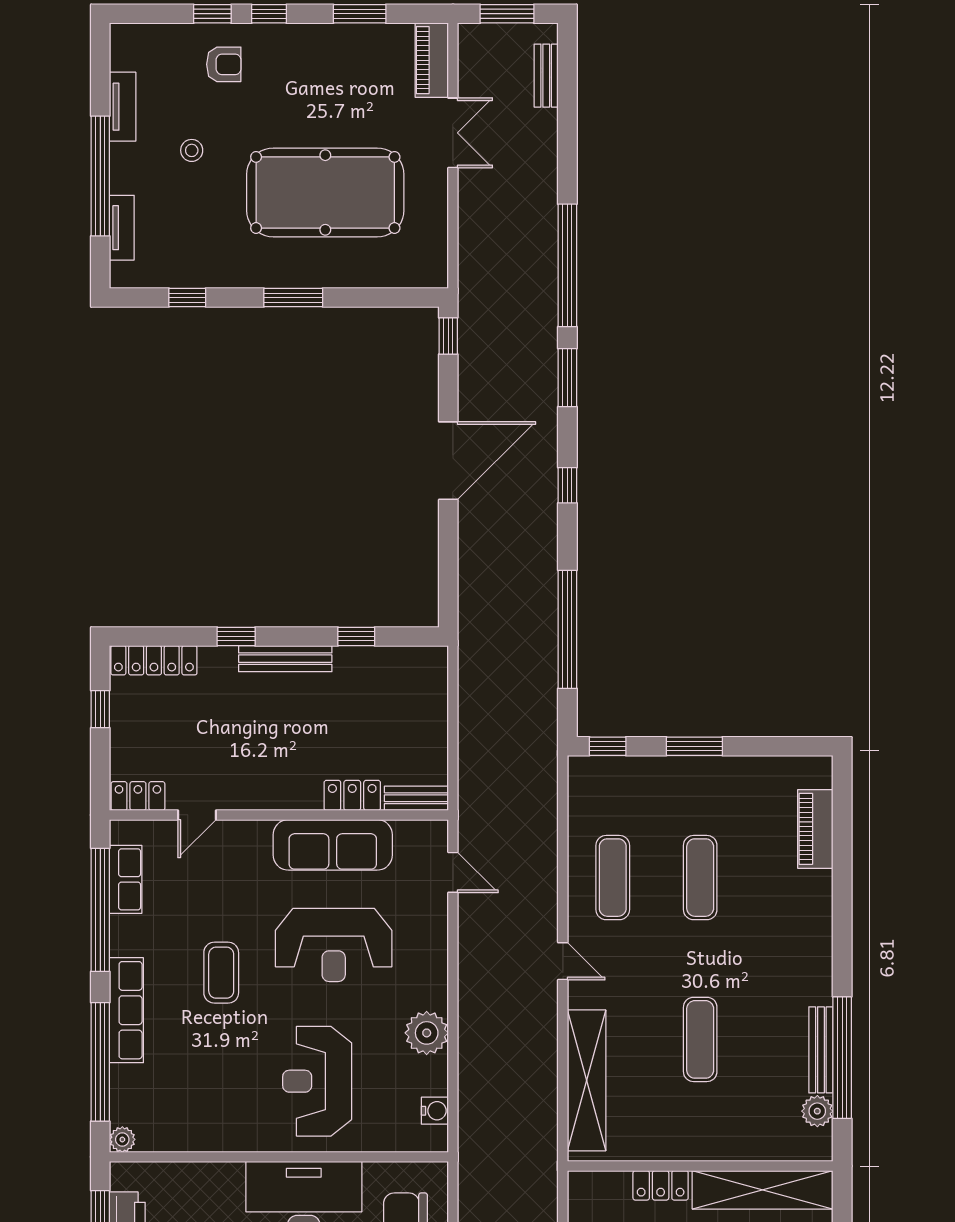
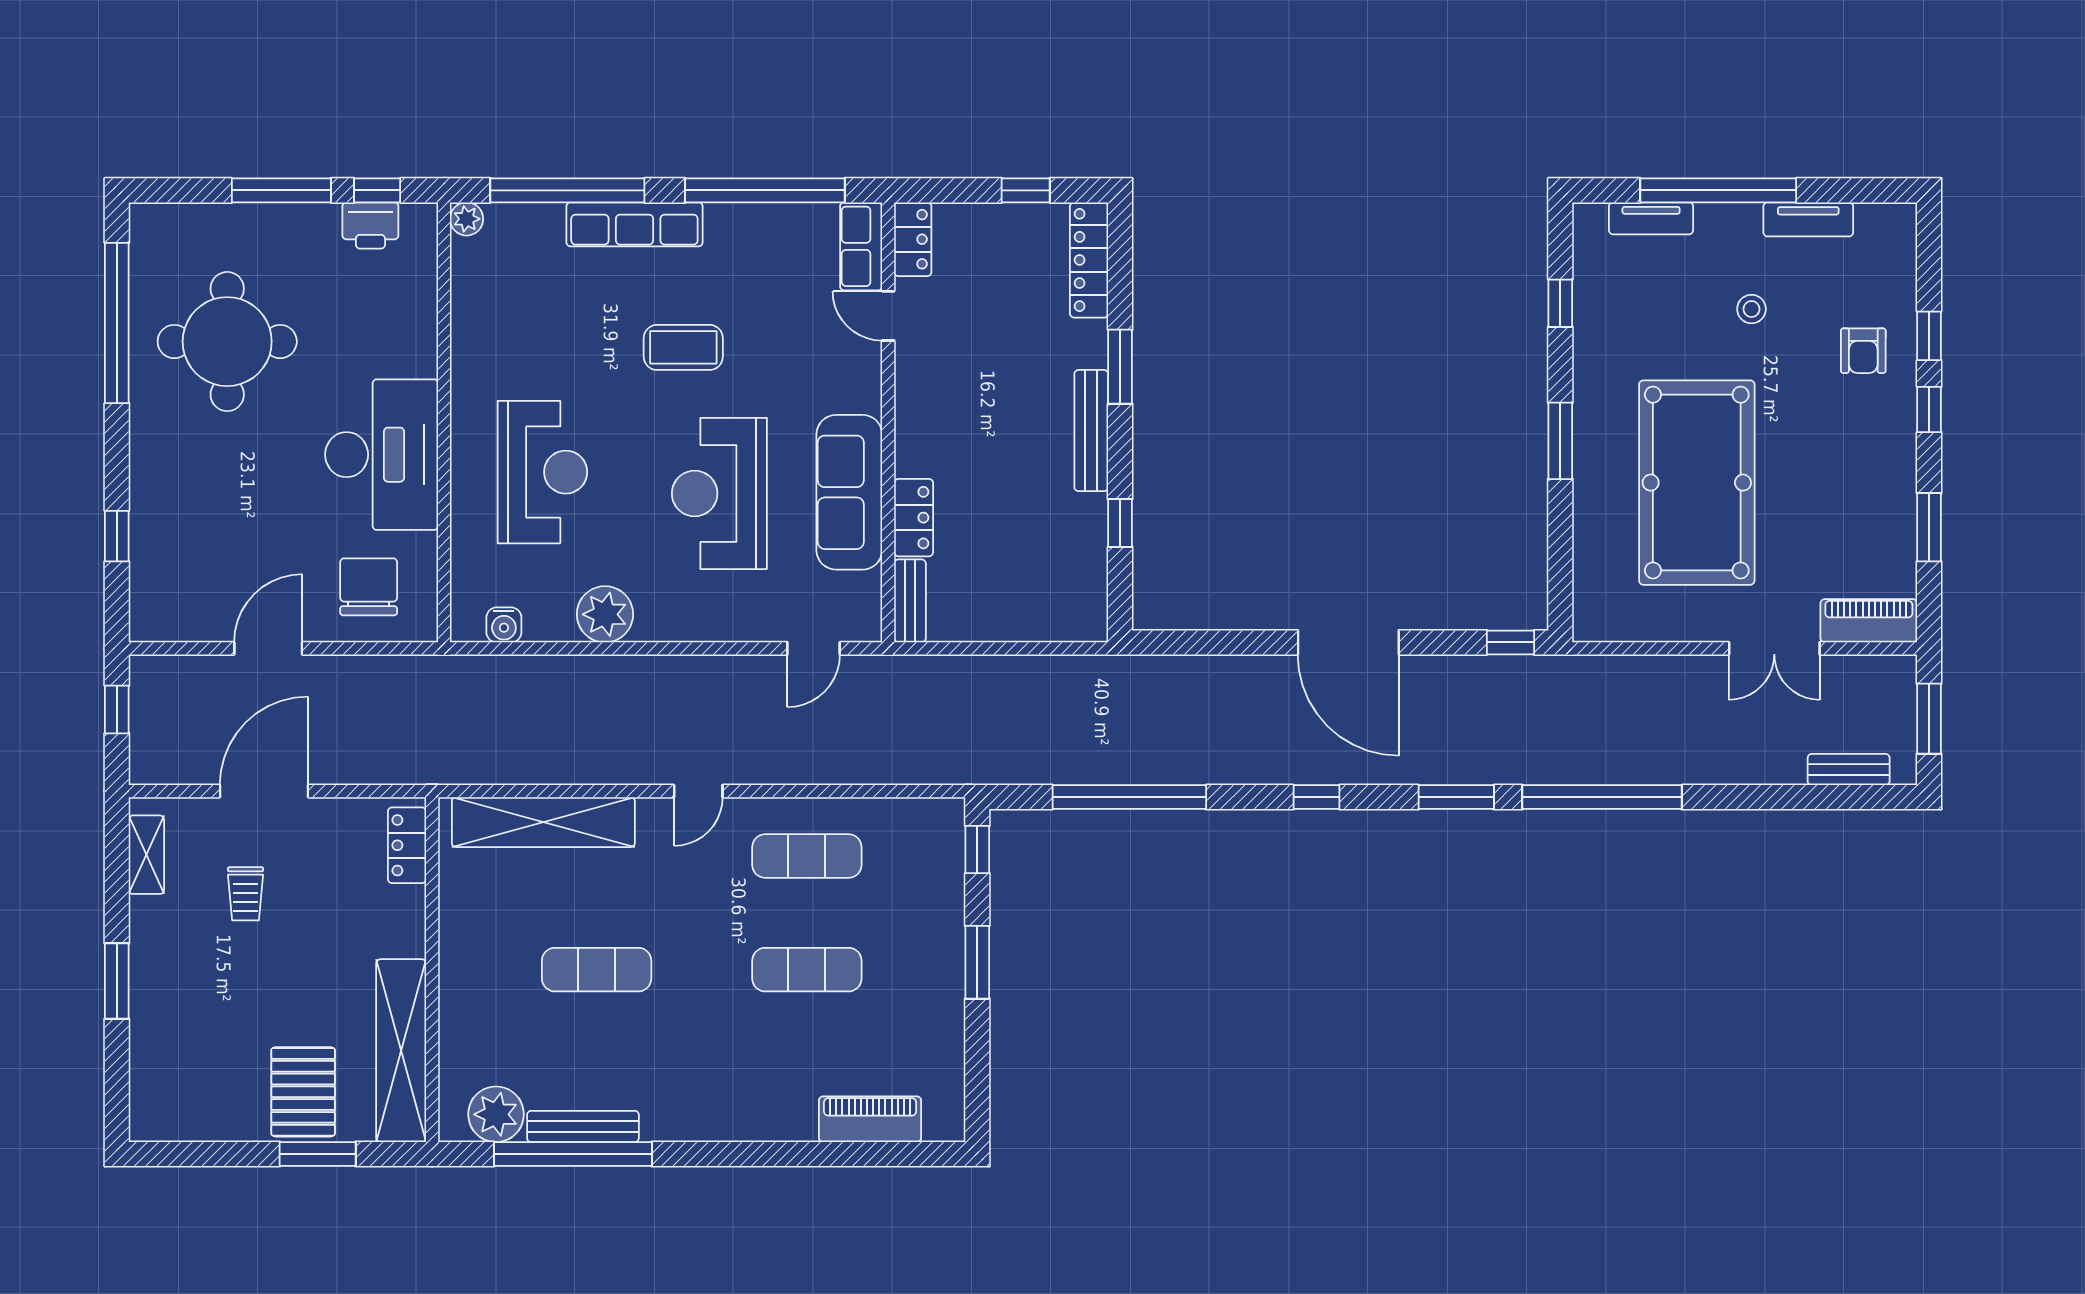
window: (236, 636) -> (1120, 367), width x1.50
row of seats: (126, 879) -> (861, 246), moved, turned 90
reception desk: (317, 1081) -> (542, 472), turned 90
plant: (817, 1111) -> (496, 1114), width x1.36, depth x1.36
locker: (661, 1185) -> (407, 845), moved

